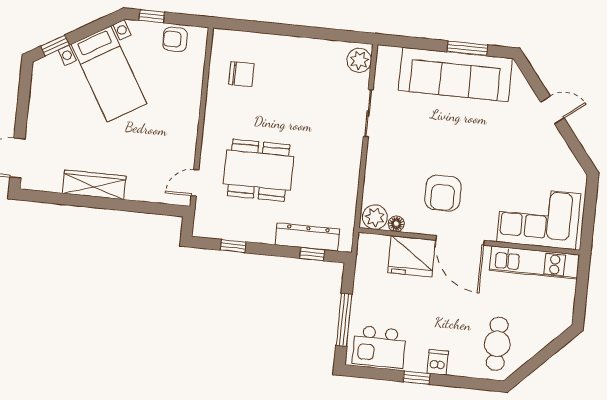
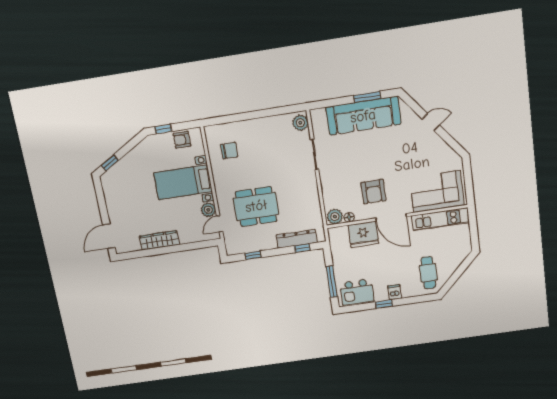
bed with nightstands: (109, 74) -> (183, 182), moved, turned 121
plant: (184, 156) -> (208, 210), added

